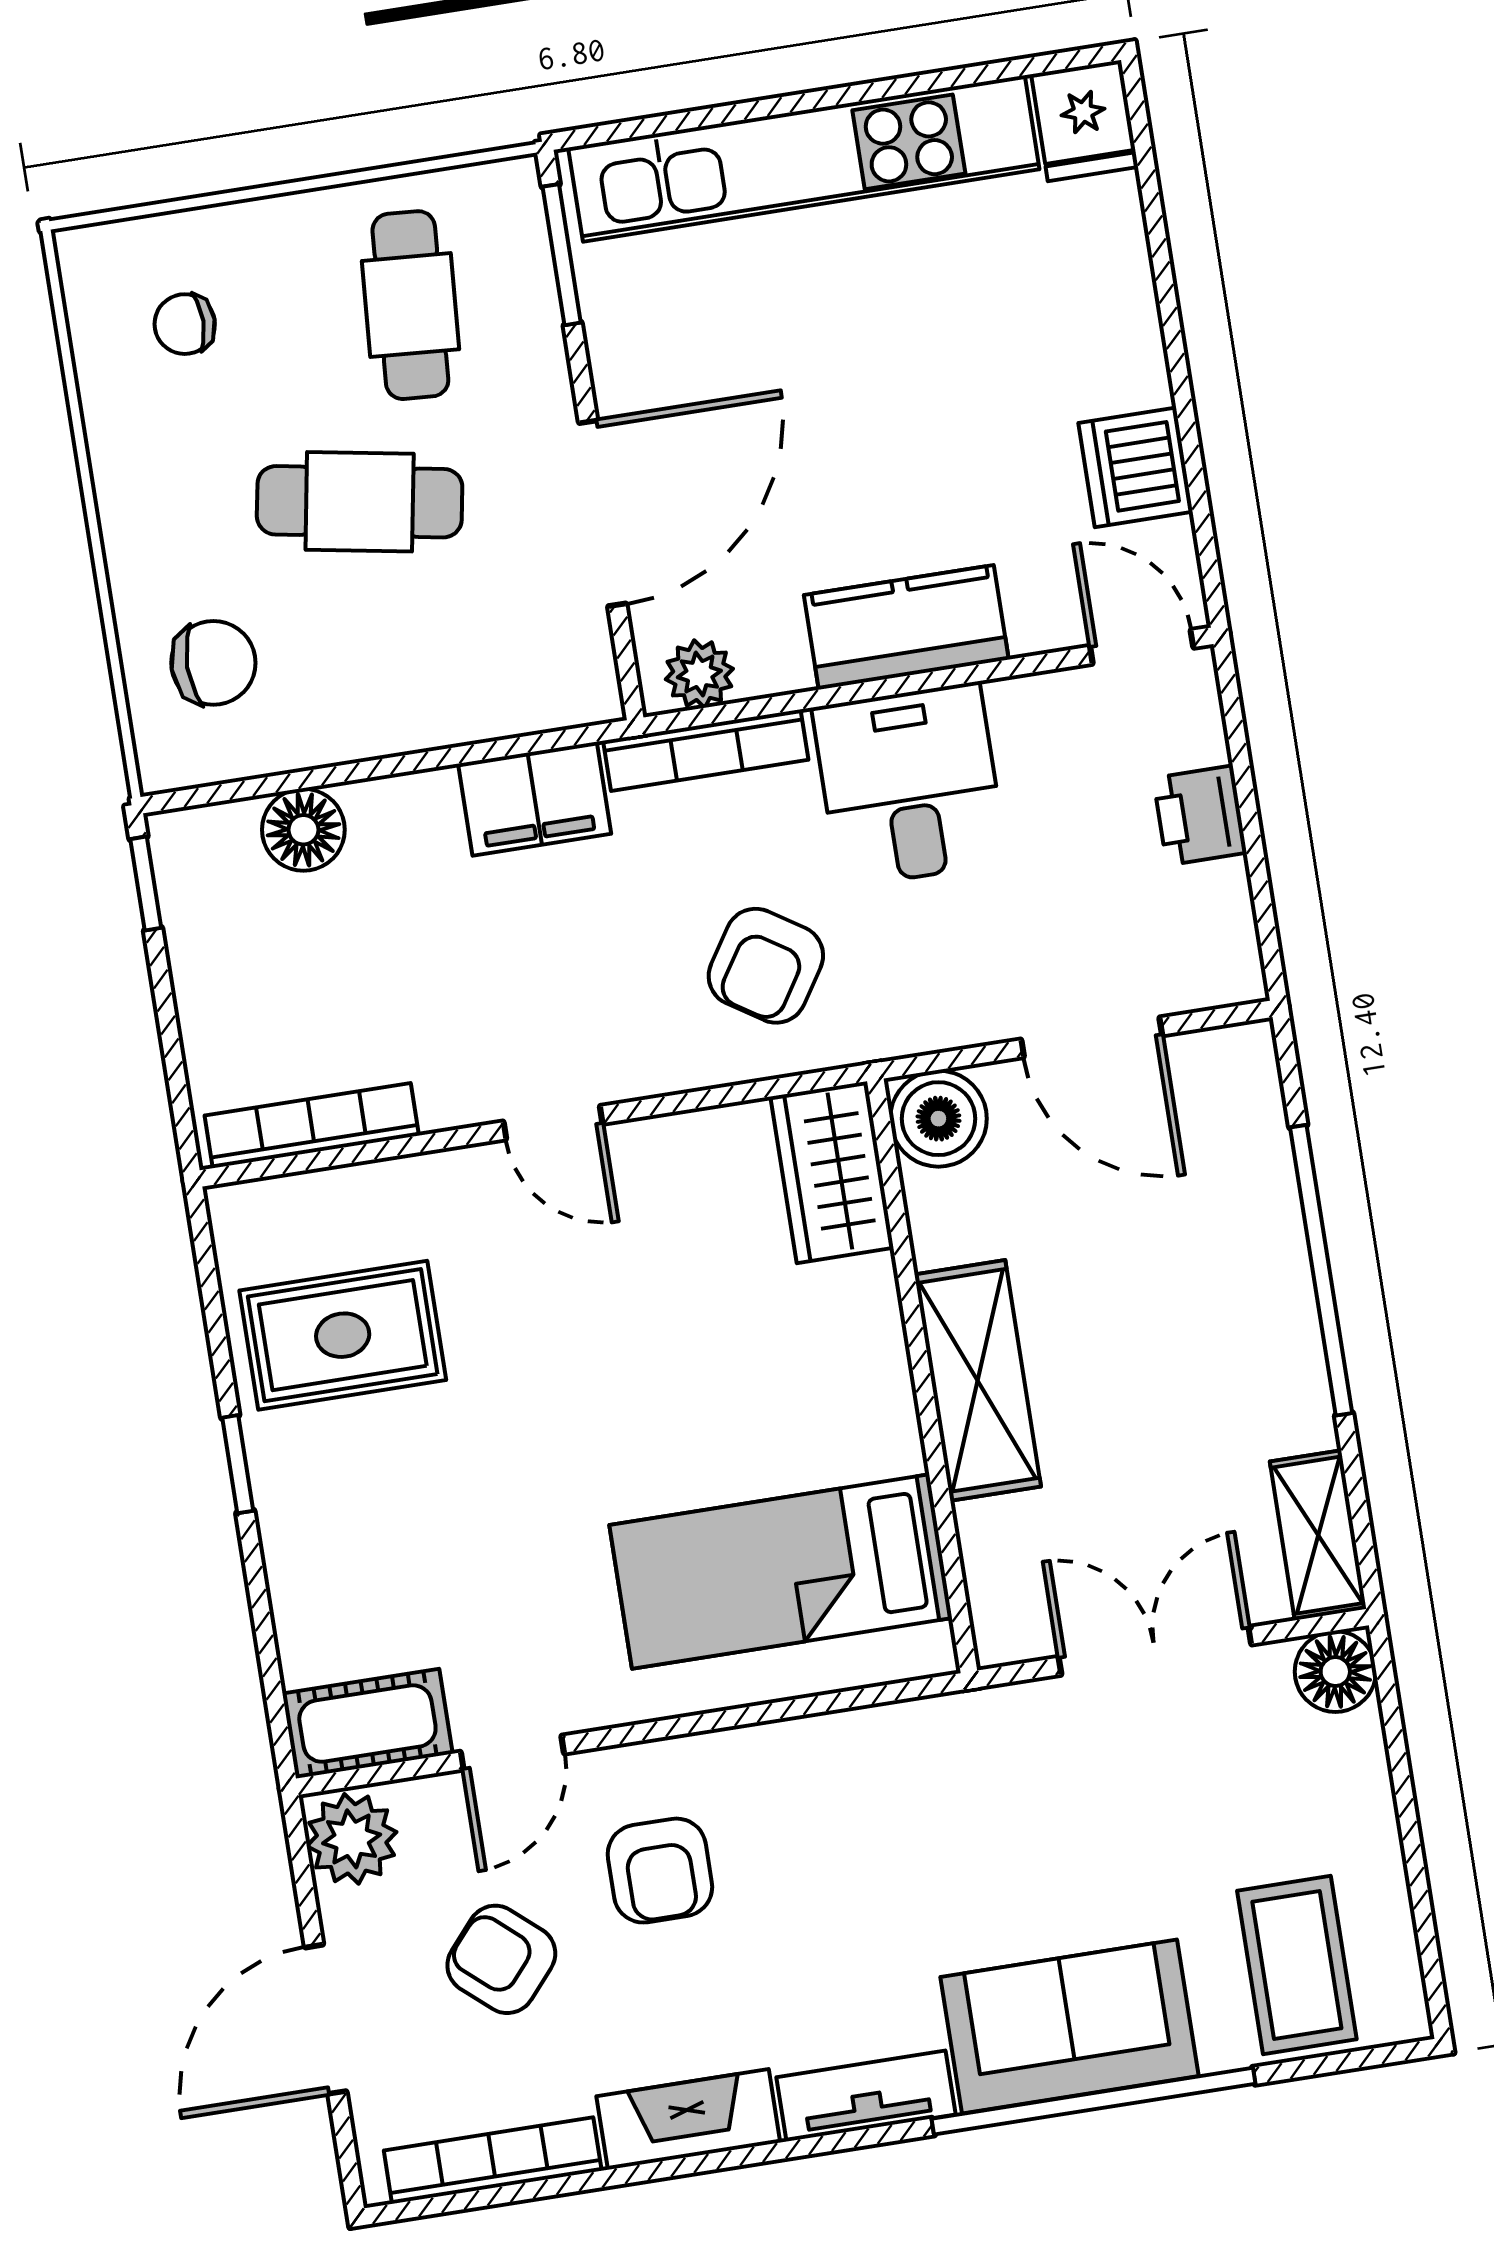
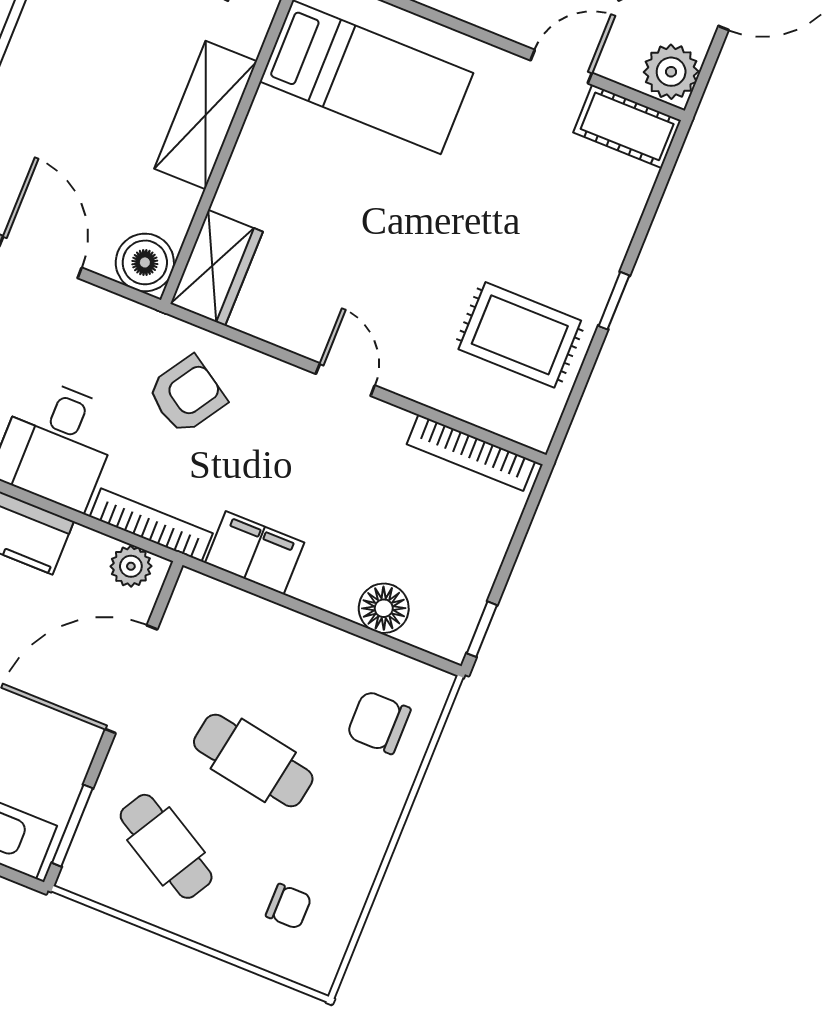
cafe table: (410, 305) -> (166, 846), turned -64

